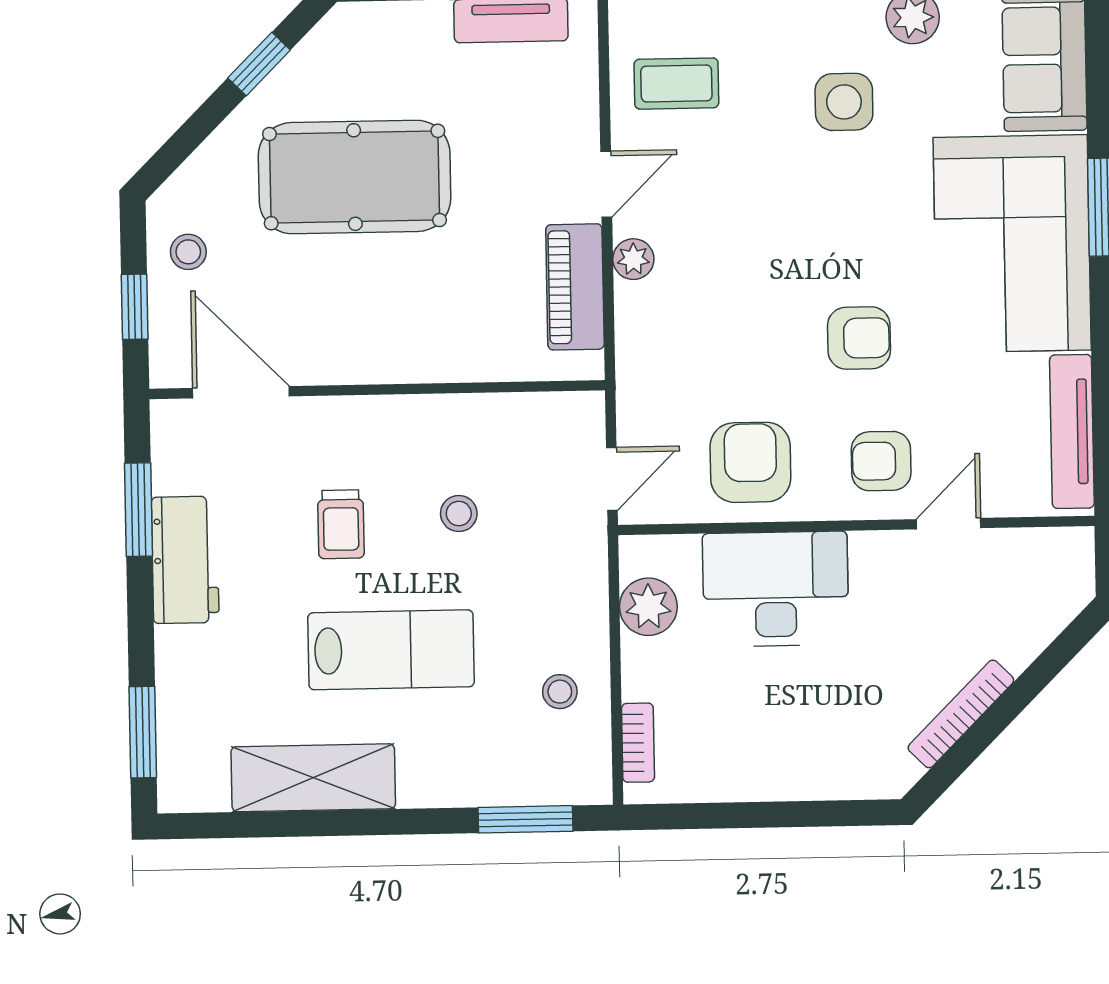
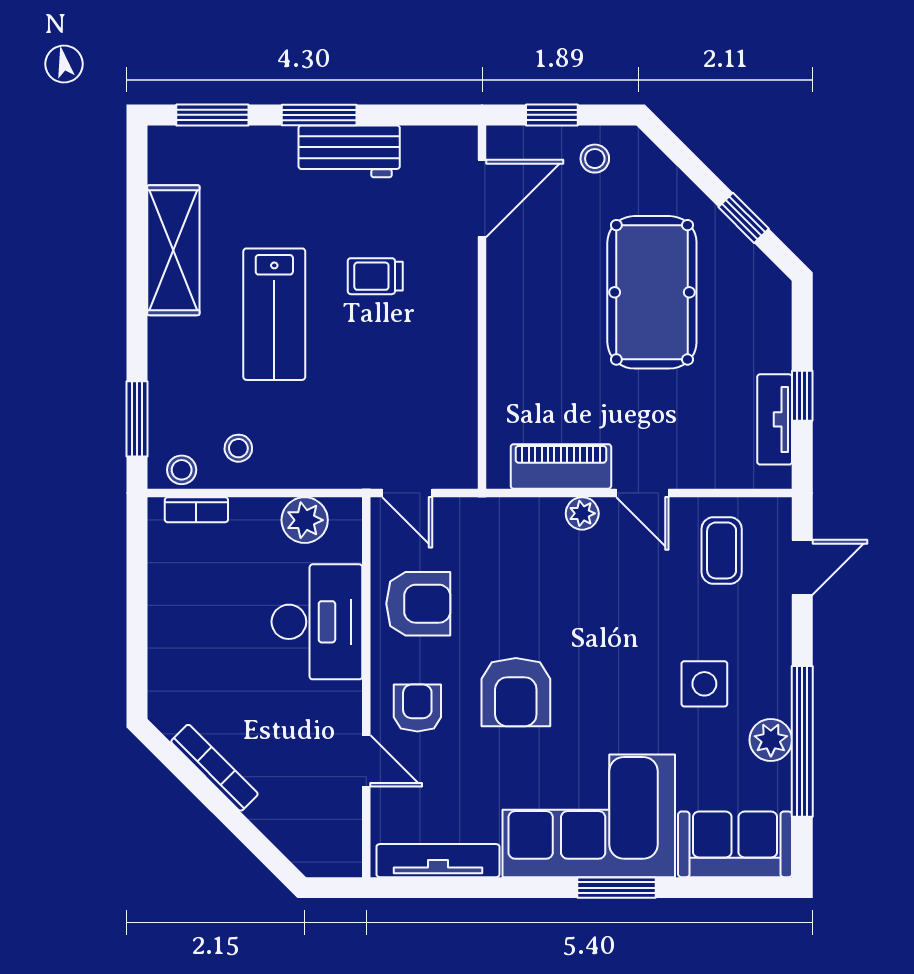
armchair: (859, 338) -> (516, 692), width x1.38, depth x1.38
window: (139, 510) -> (319, 115), moved
stool: (459, 514) -> (182, 470), moved

